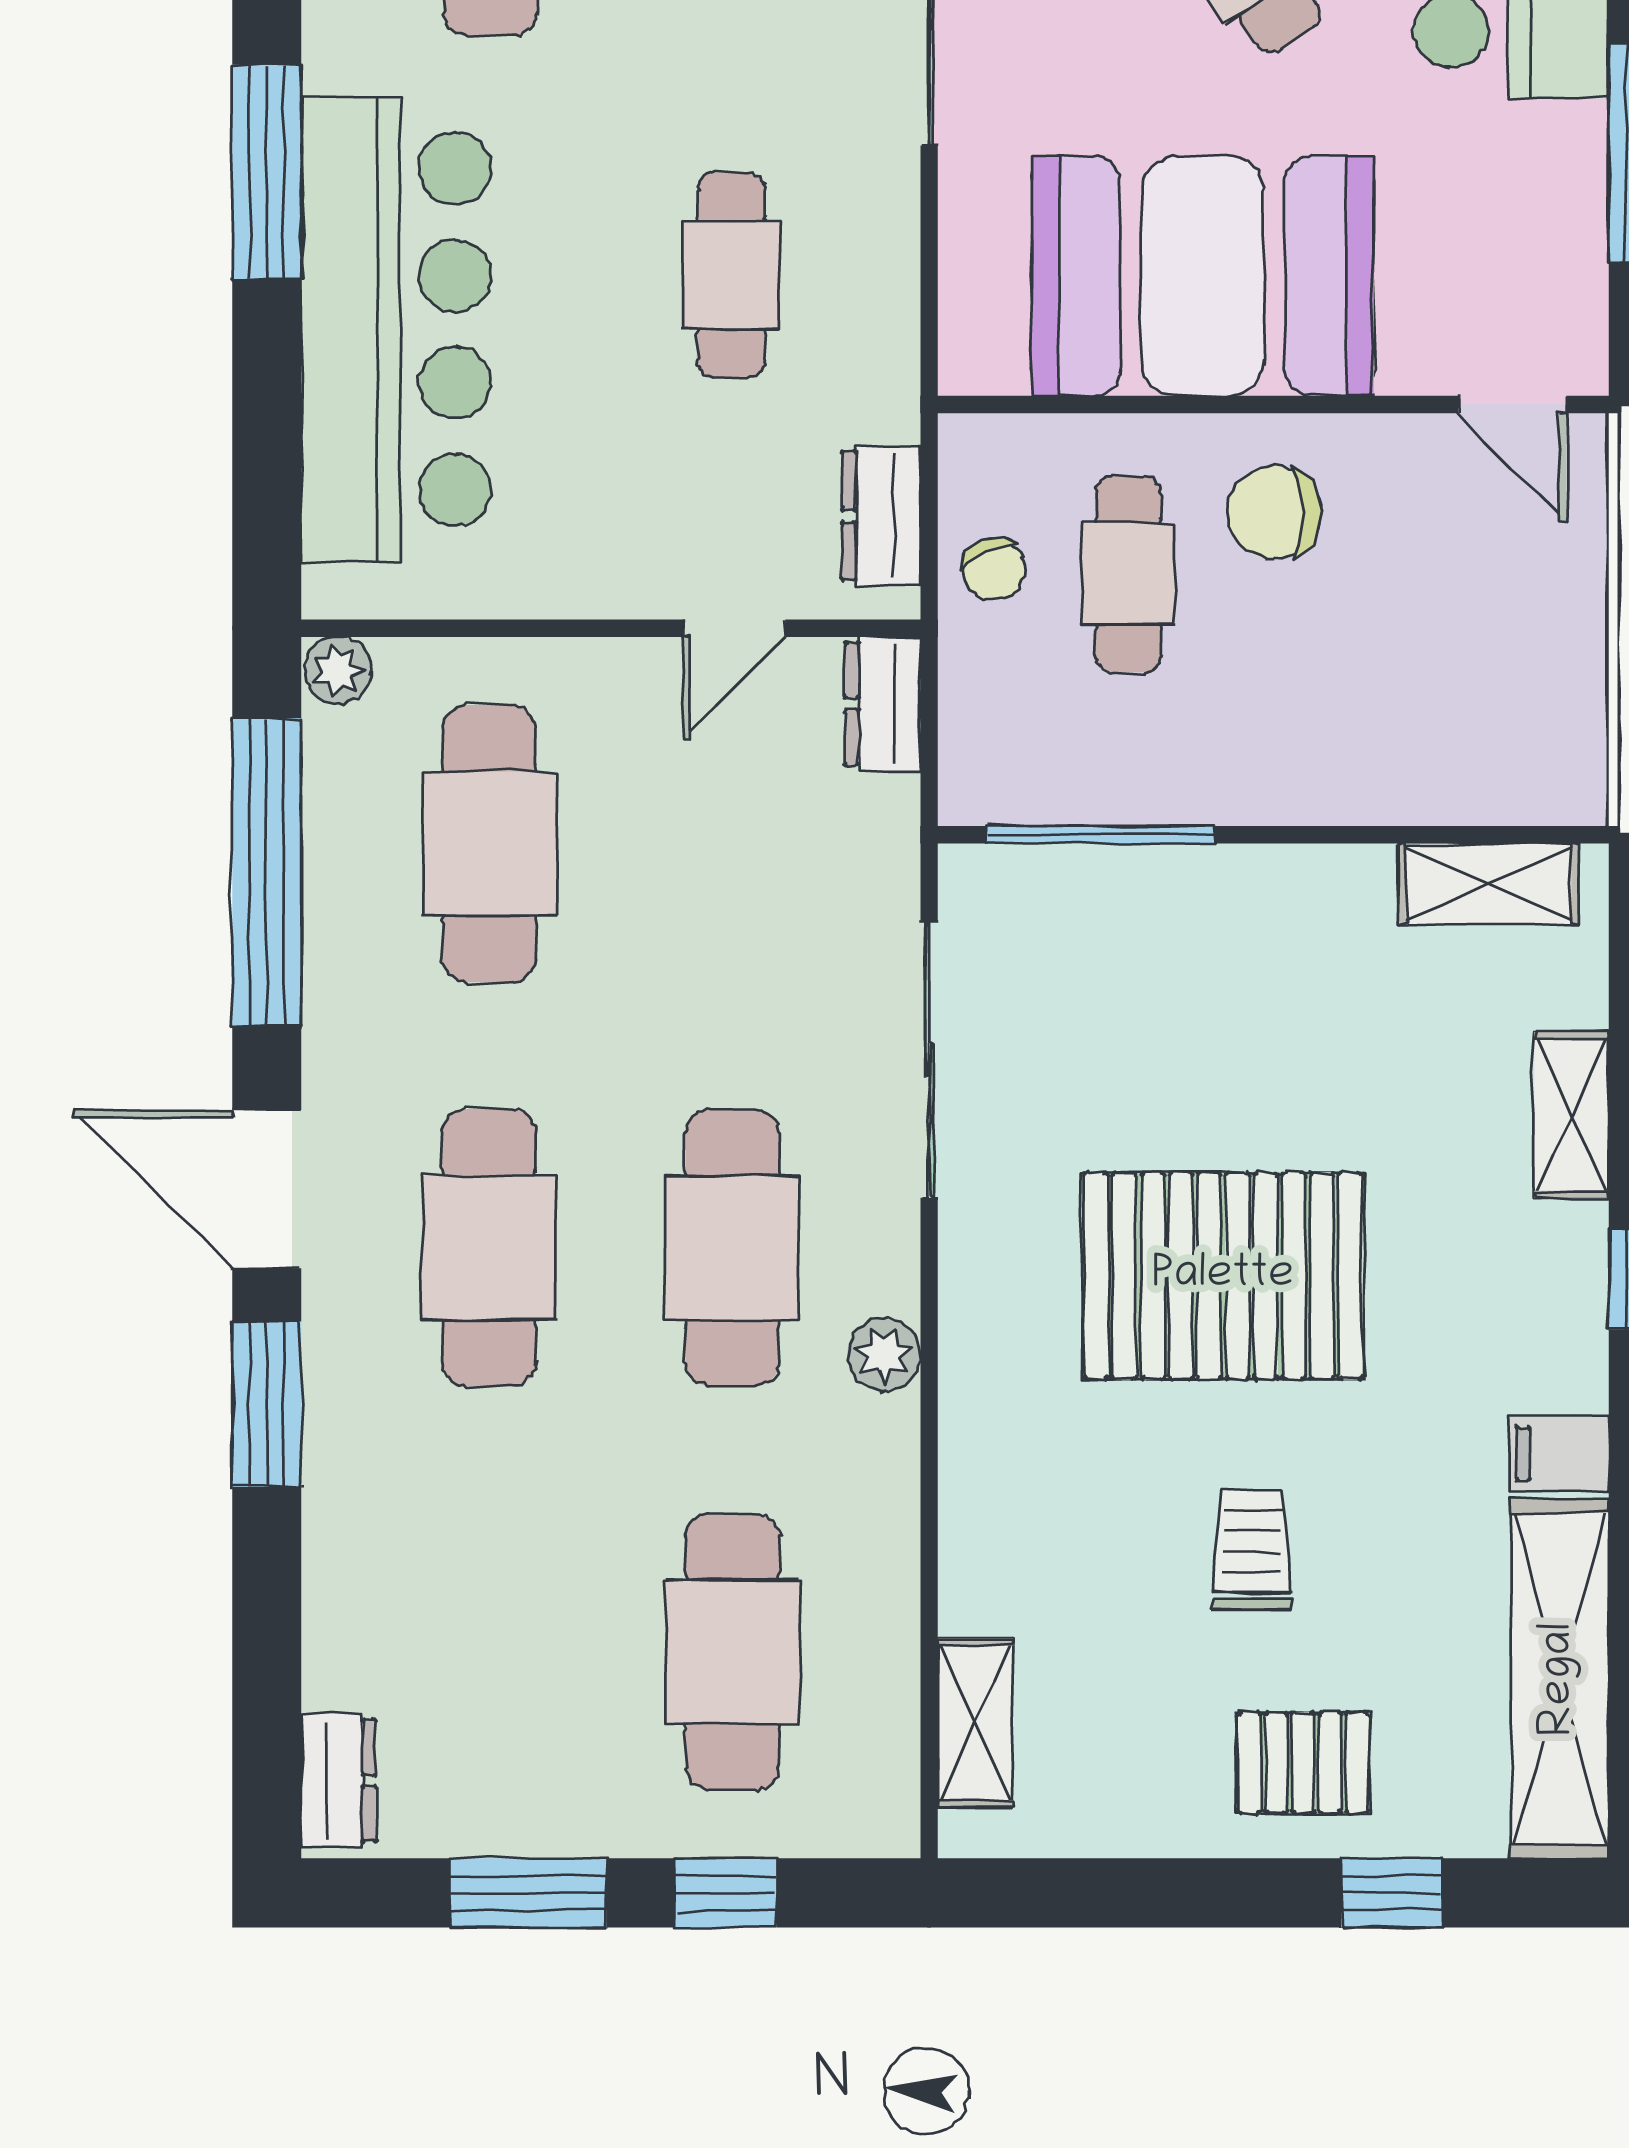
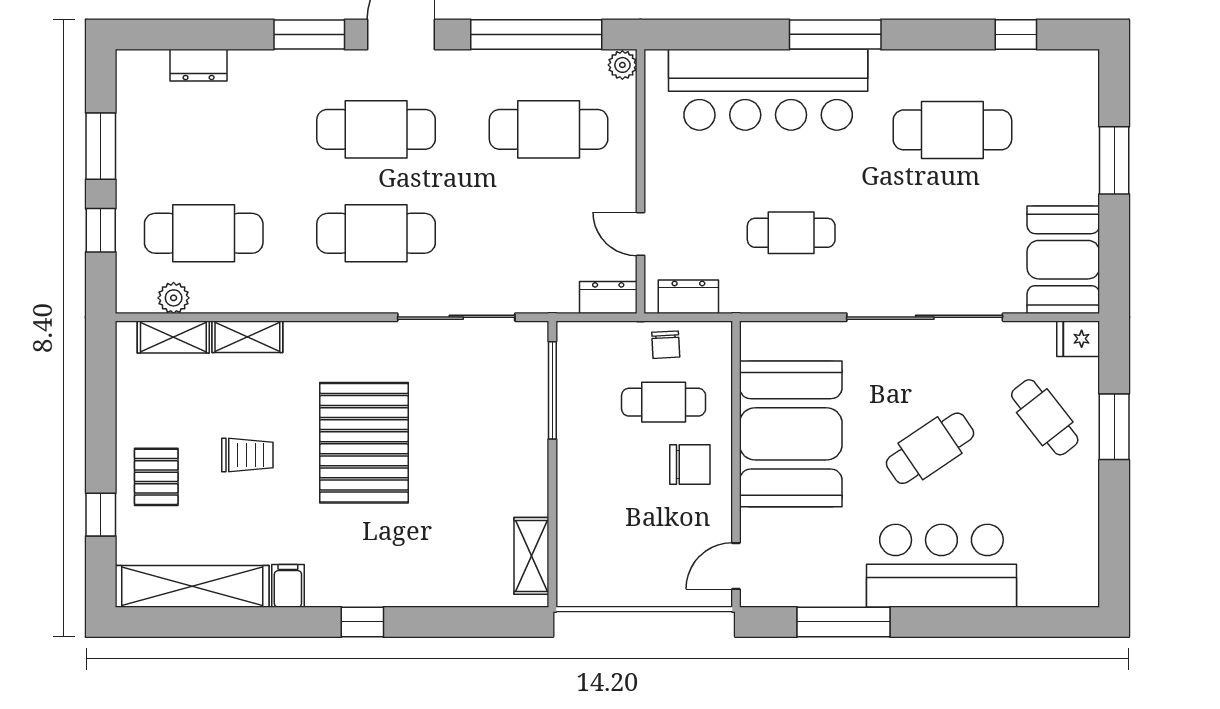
chair: (1274, 512) -> (690, 465), turned 90
chair: (994, 569) -> (666, 345), turned -70
shelving: (1572, 1115) -> (247, 337), moved
plant: (884, 1355) -> (174, 298), moved
dresser: (338, 1780) -> (199, 65), moved

